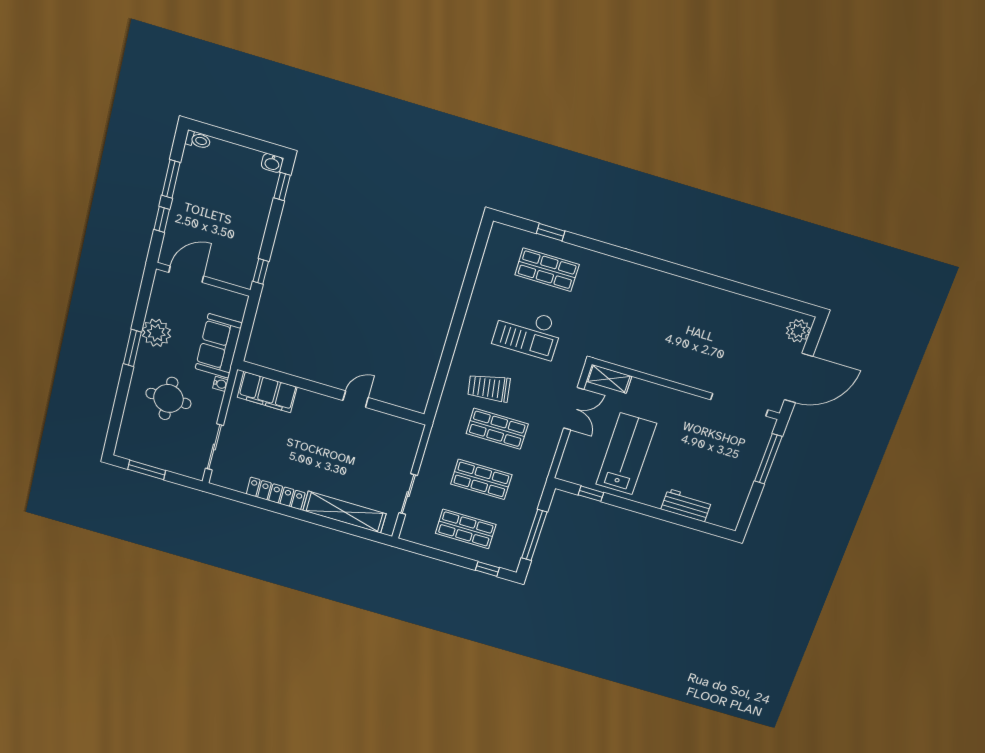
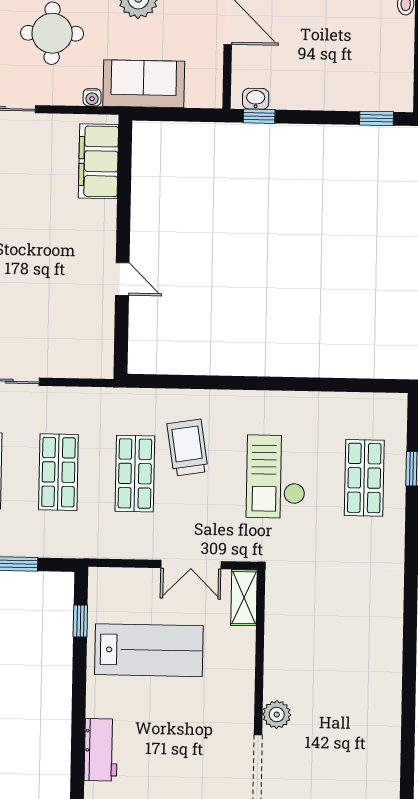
washbasin: (272, 163) -> (256, 99), moved, turned 90
plant: (701, 379) -> (277, 715), added

